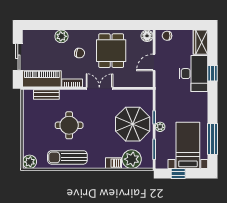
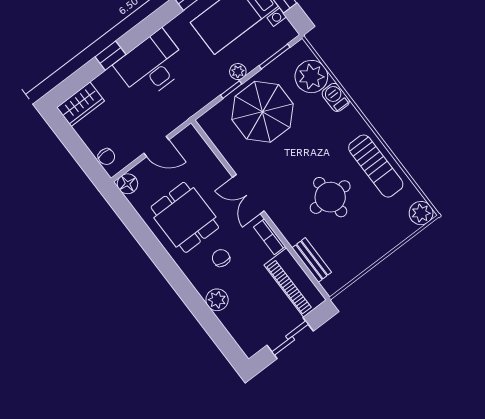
dining table: (111, 51) -> (185, 217), turned 90
desk: (193, 74) -> (152, 66), moved

